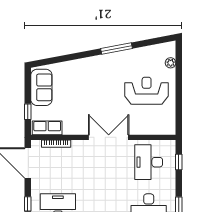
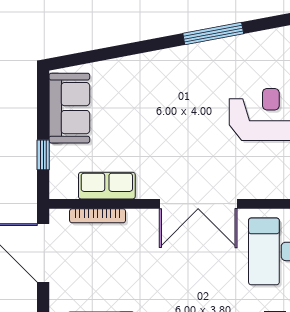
row of seats: (47, 128) -> (107, 186), moved
double door: (109, 137) -> (198, 204), swing flipped

